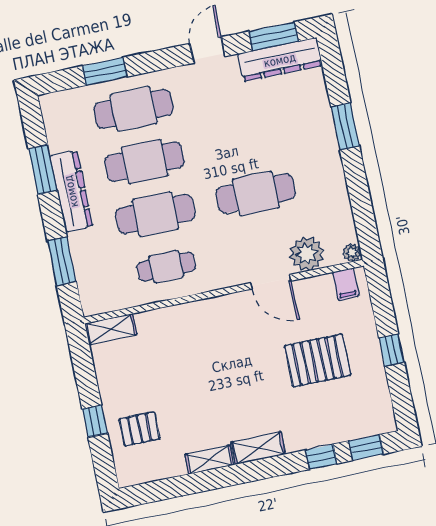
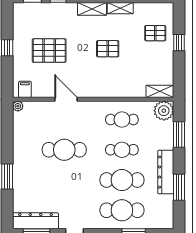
cafe table: (155, 214) -> (122, 150), width x0.73, depth x0.74
plant: (307, 254) -> (164, 111), moved
pallet: (217, 385) -> (108, 49), added

